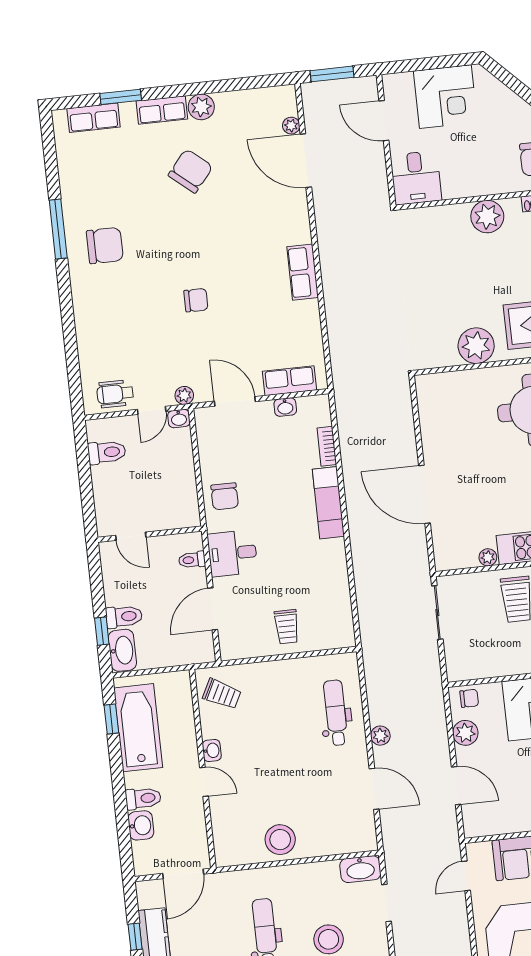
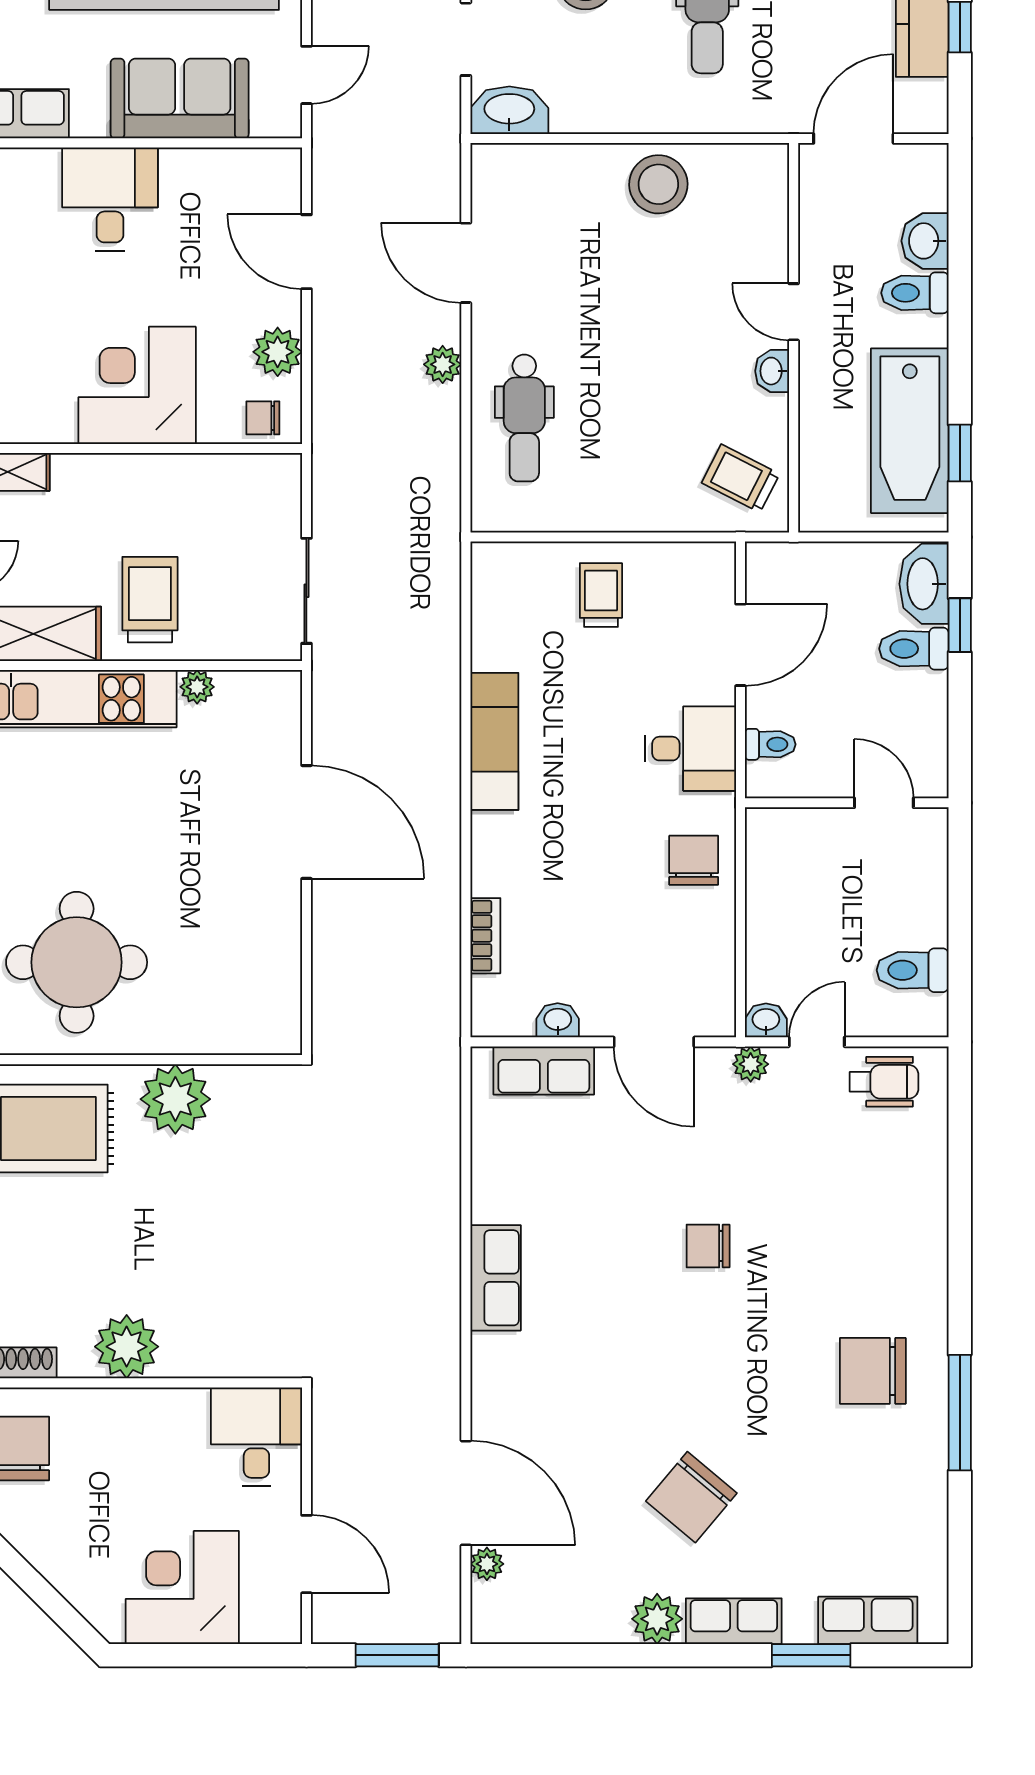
exam couch: (328, 503) -> (494, 741), moved

